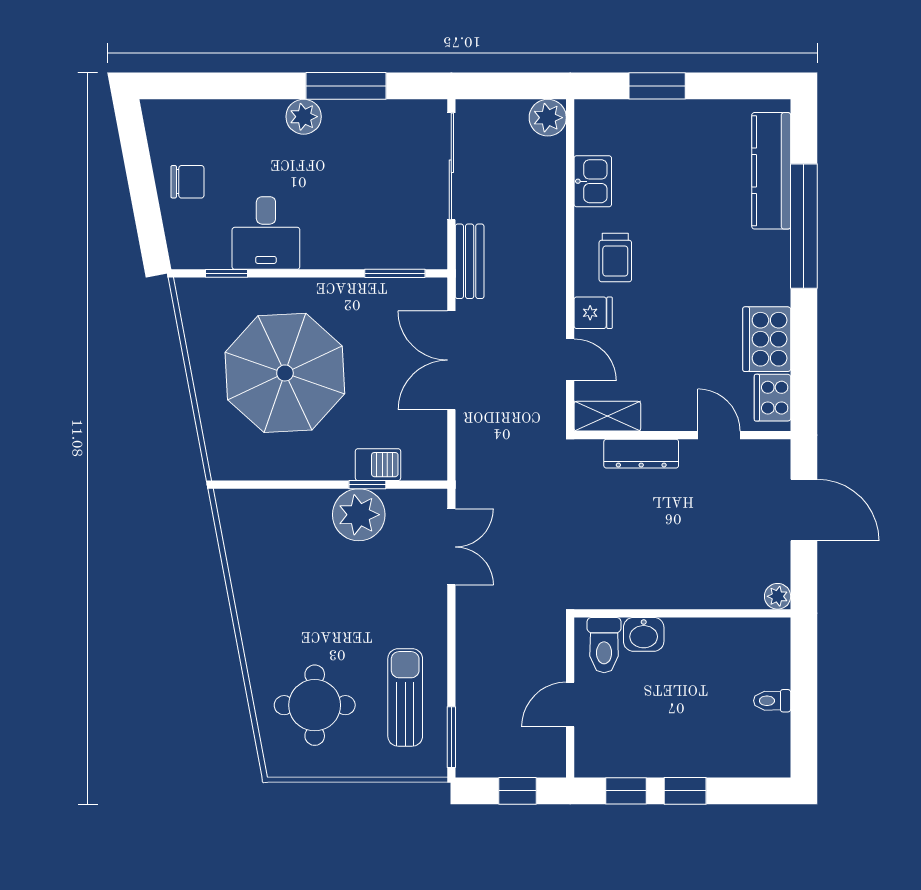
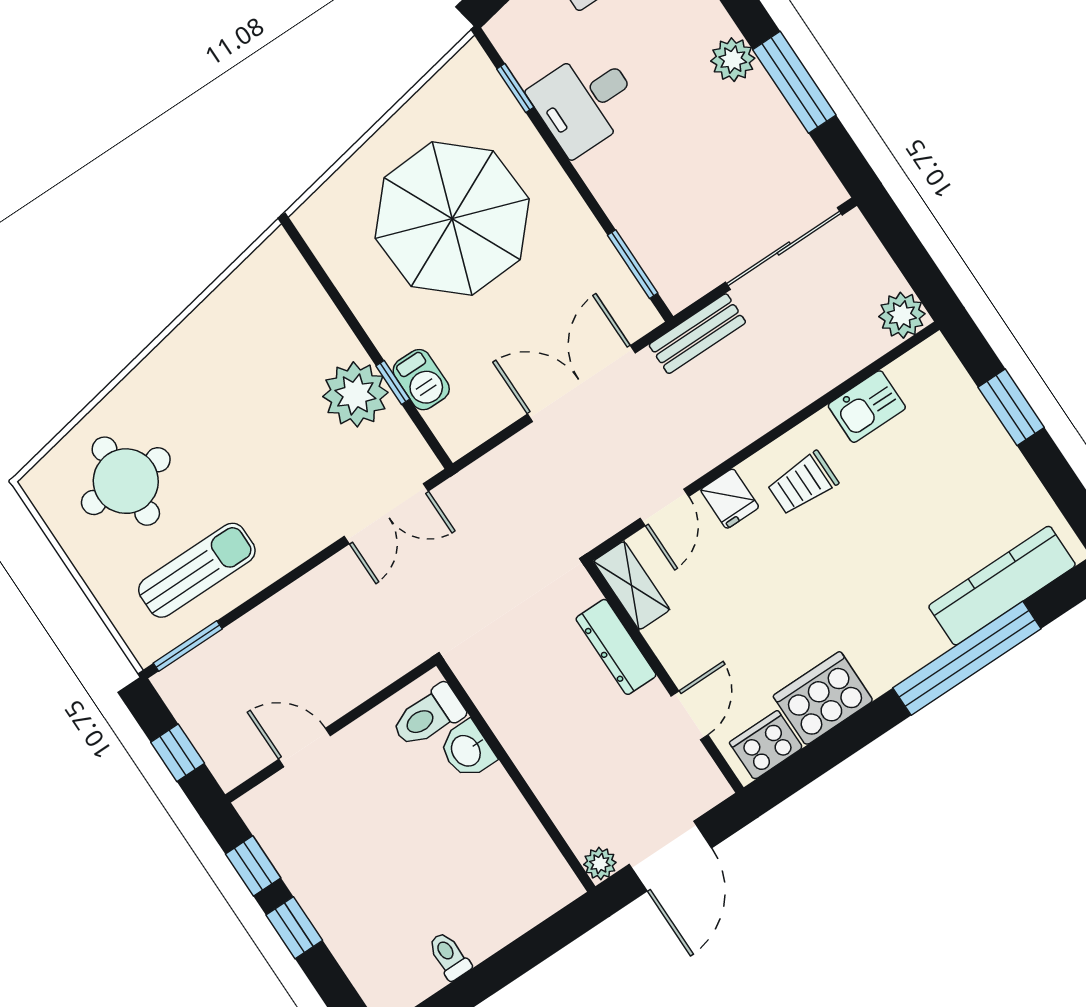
plant: (778, 596) -> (600, 864), moved
wall: (682, 613) -> (516, 776), moved
washbasin: (644, 634) -> (467, 750), moved
toilet: (604, 645) -> (428, 716), moved

